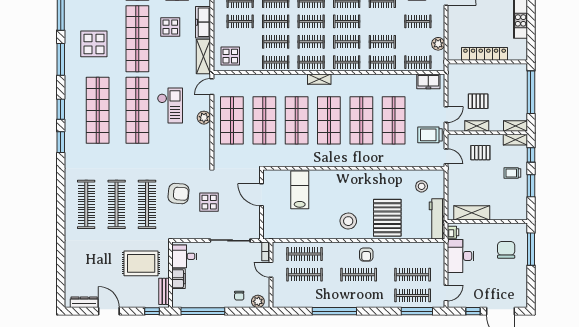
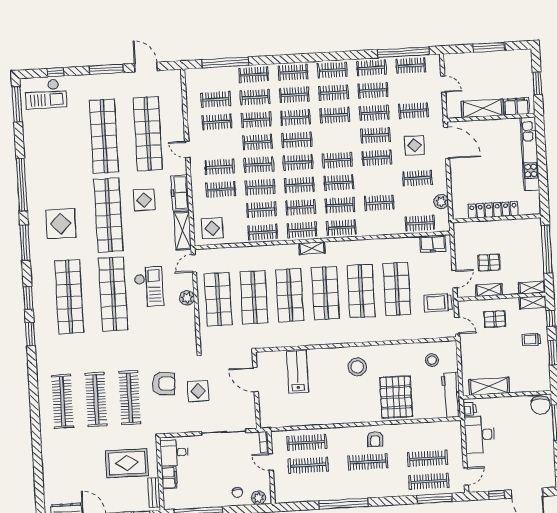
clothes rail: (382, 62) -> (381, 225), removed
stool: (348, 221) -> (357, 367), moved
chair: (506, 250) -> (541, 405), moved, turned 180

